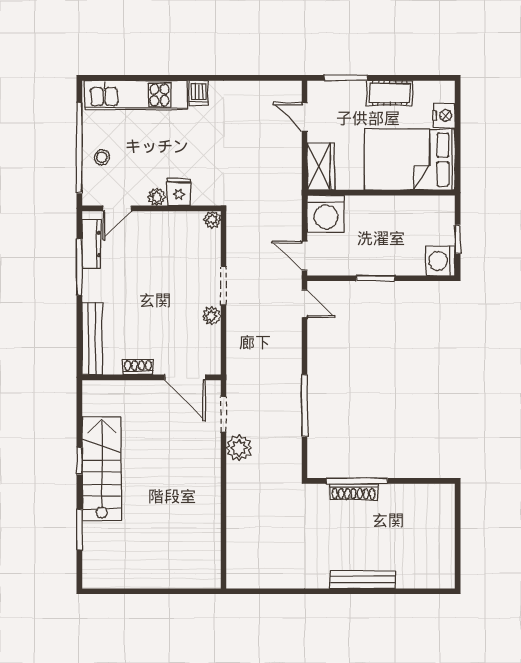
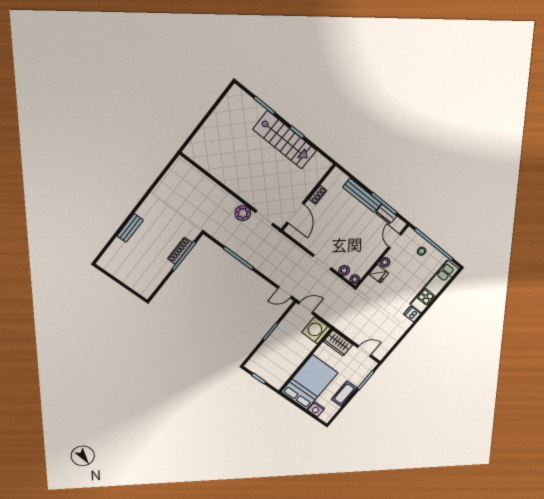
dresser: (92, 244) -> (386, 214), width x0.70
washing machine: (440, 261) -> (255, 365), removed
plant: (212, 316) -> (344, 271), moved
bench: (92, 339) -> (362, 195), moved
door: (185, 377) -> (295, 213), swing flipped
bench: (363, 579) -> (130, 228), width x0.73

